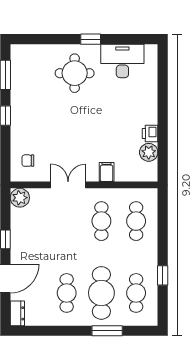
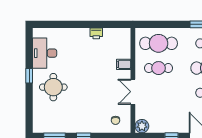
plant: (149, 152) -> (110, 34), removed
cafe table: (136, 221) -> (159, 43), width x1.37, depth x1.35

